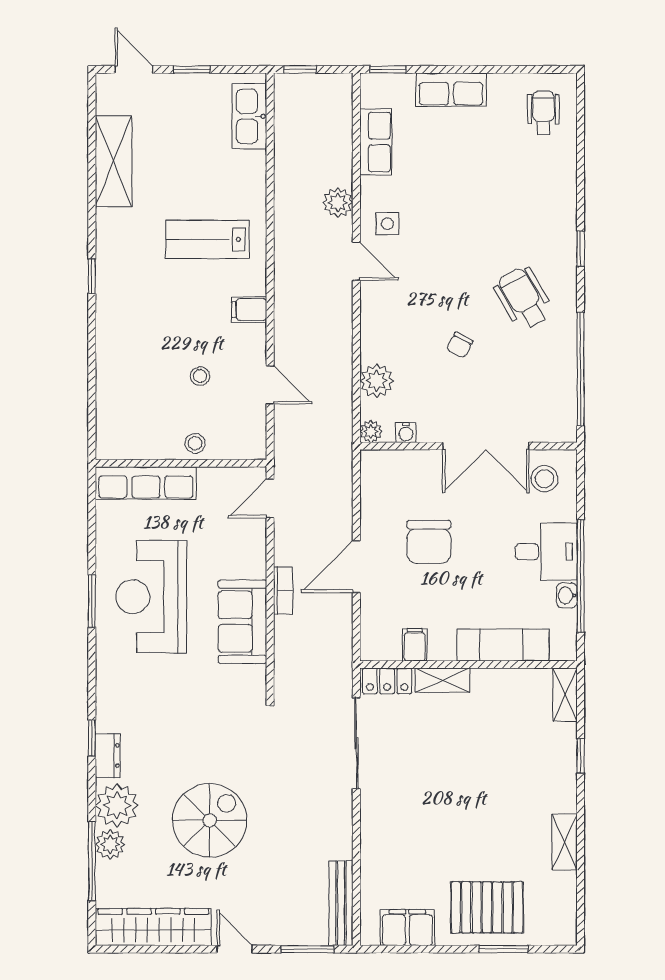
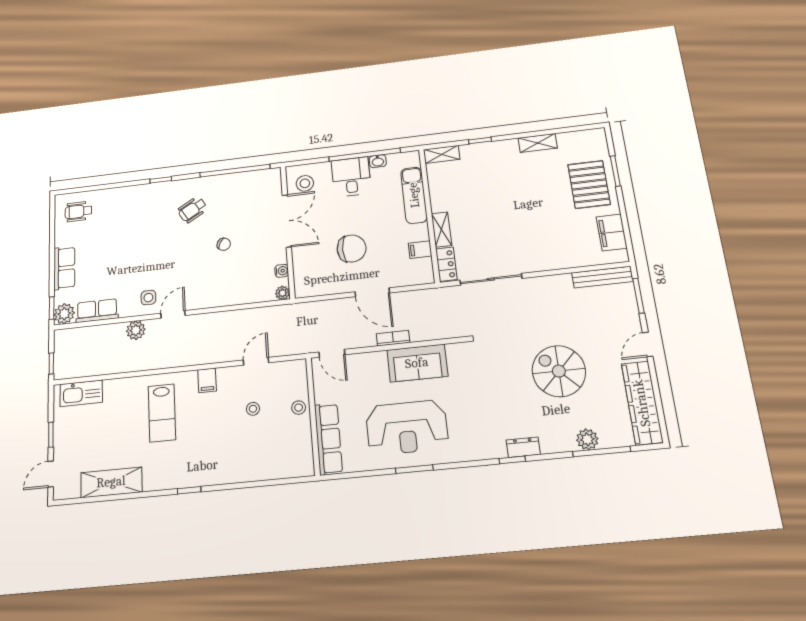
wheelchair: (523, 298) -> (192, 210), width x0.73, depth x0.73
plant: (377, 381) -> (64, 314), moved
plant: (117, 805) -> (558, 437), removed

